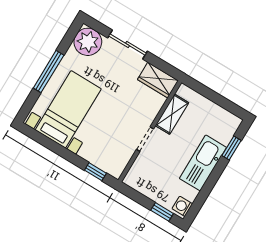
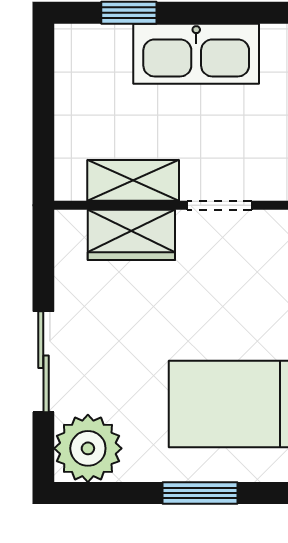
window: (49, 72) -> (200, 493), width x0.69
wardrobe: (158, 80) -> (131, 235), moved, turned 90

